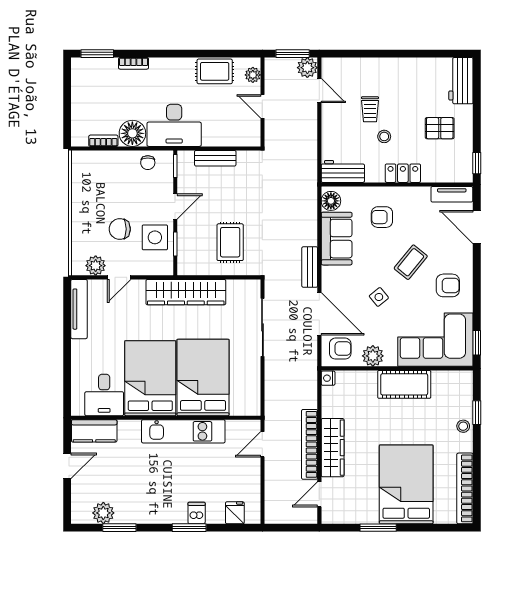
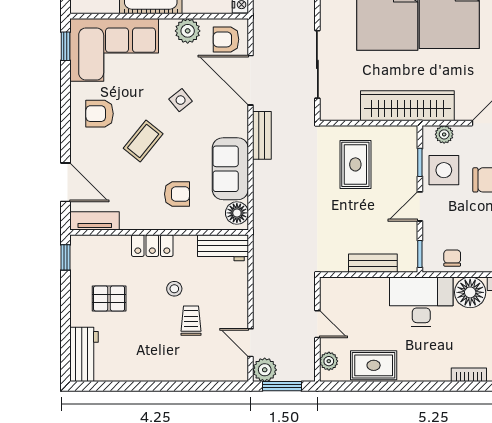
plant: (155, 268) -> (444, 134), added

